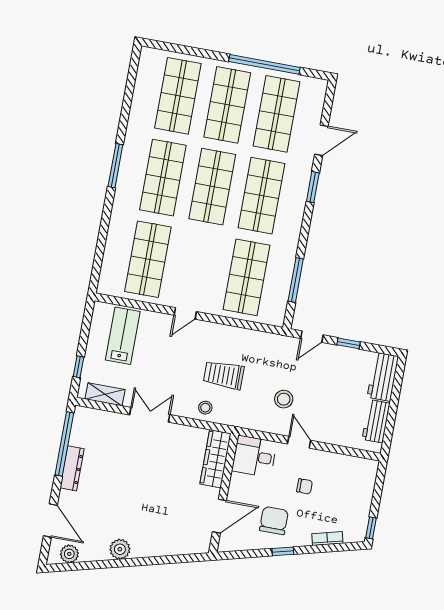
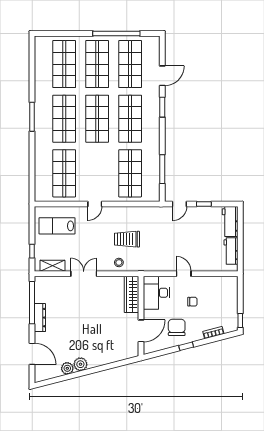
lab bench: (123, 336) -> (57, 226), turned -90
stool: (284, 399) -> (169, 248), removed
desk: (254, 456) -> (156, 293), width x1.37
plant: (69, 554) -> (67, 368), moved

